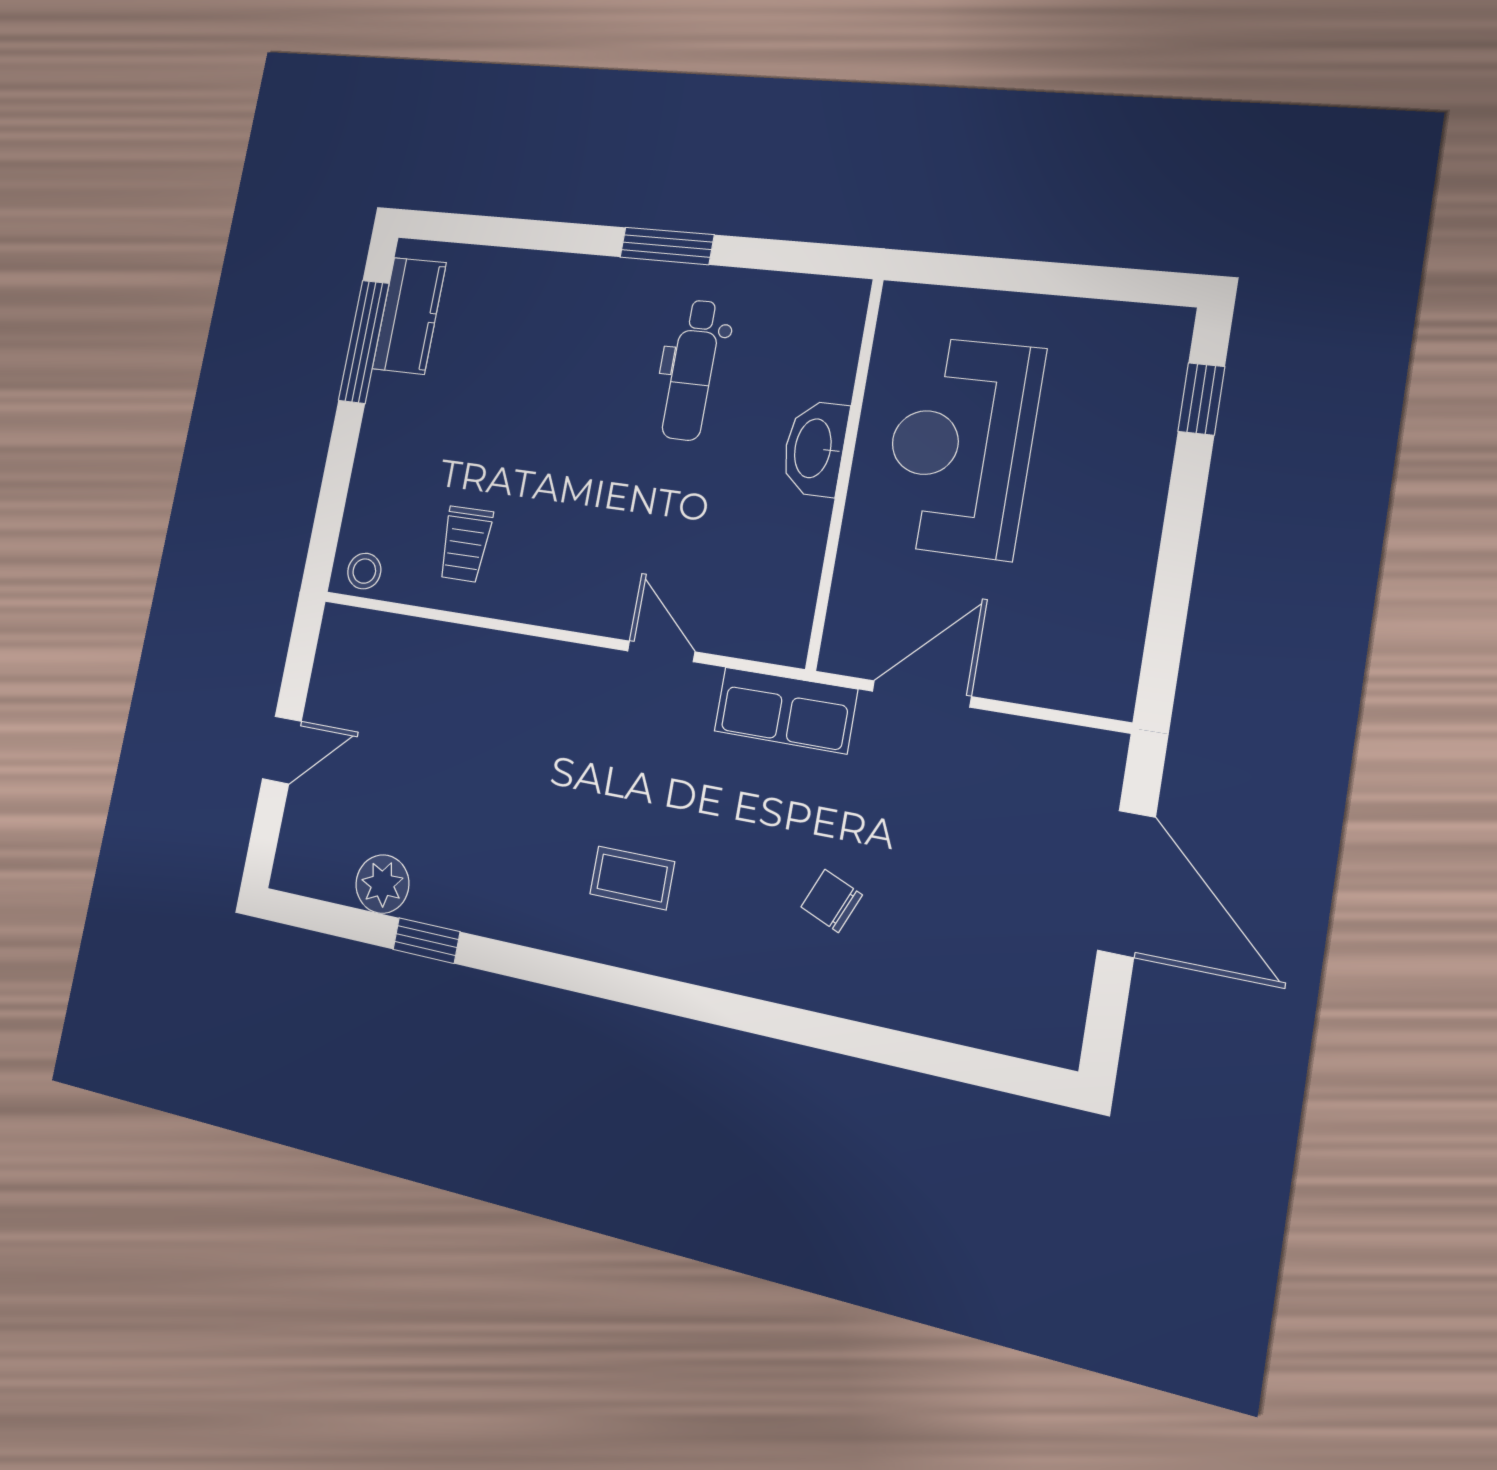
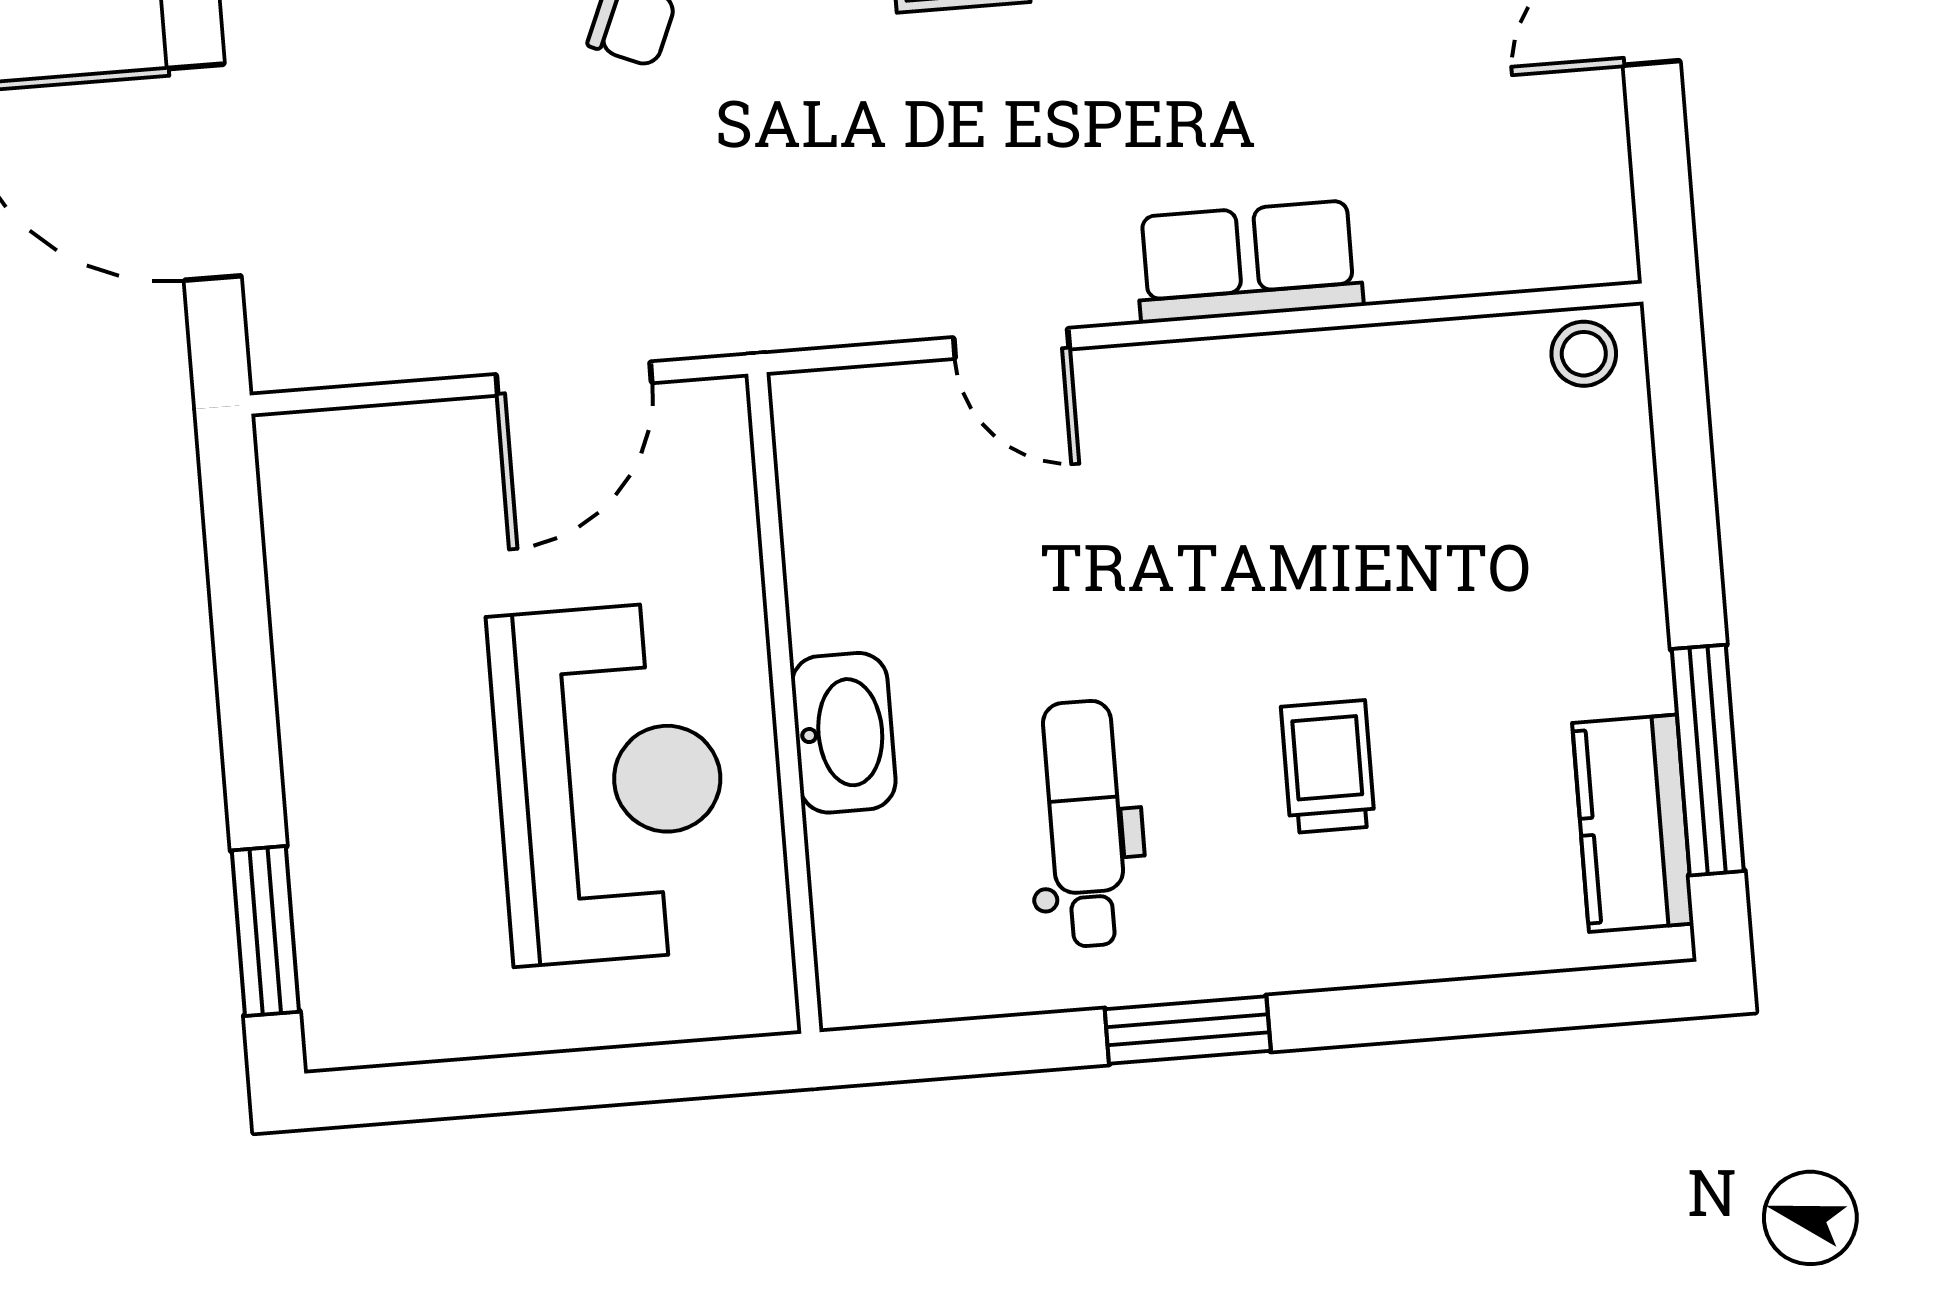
window: (1201, 399) -> (265, 931), width x1.50
trolley: (465, 544) -> (1328, 767), moved
row of seats: (785, 710) -> (1248, 262), moved

